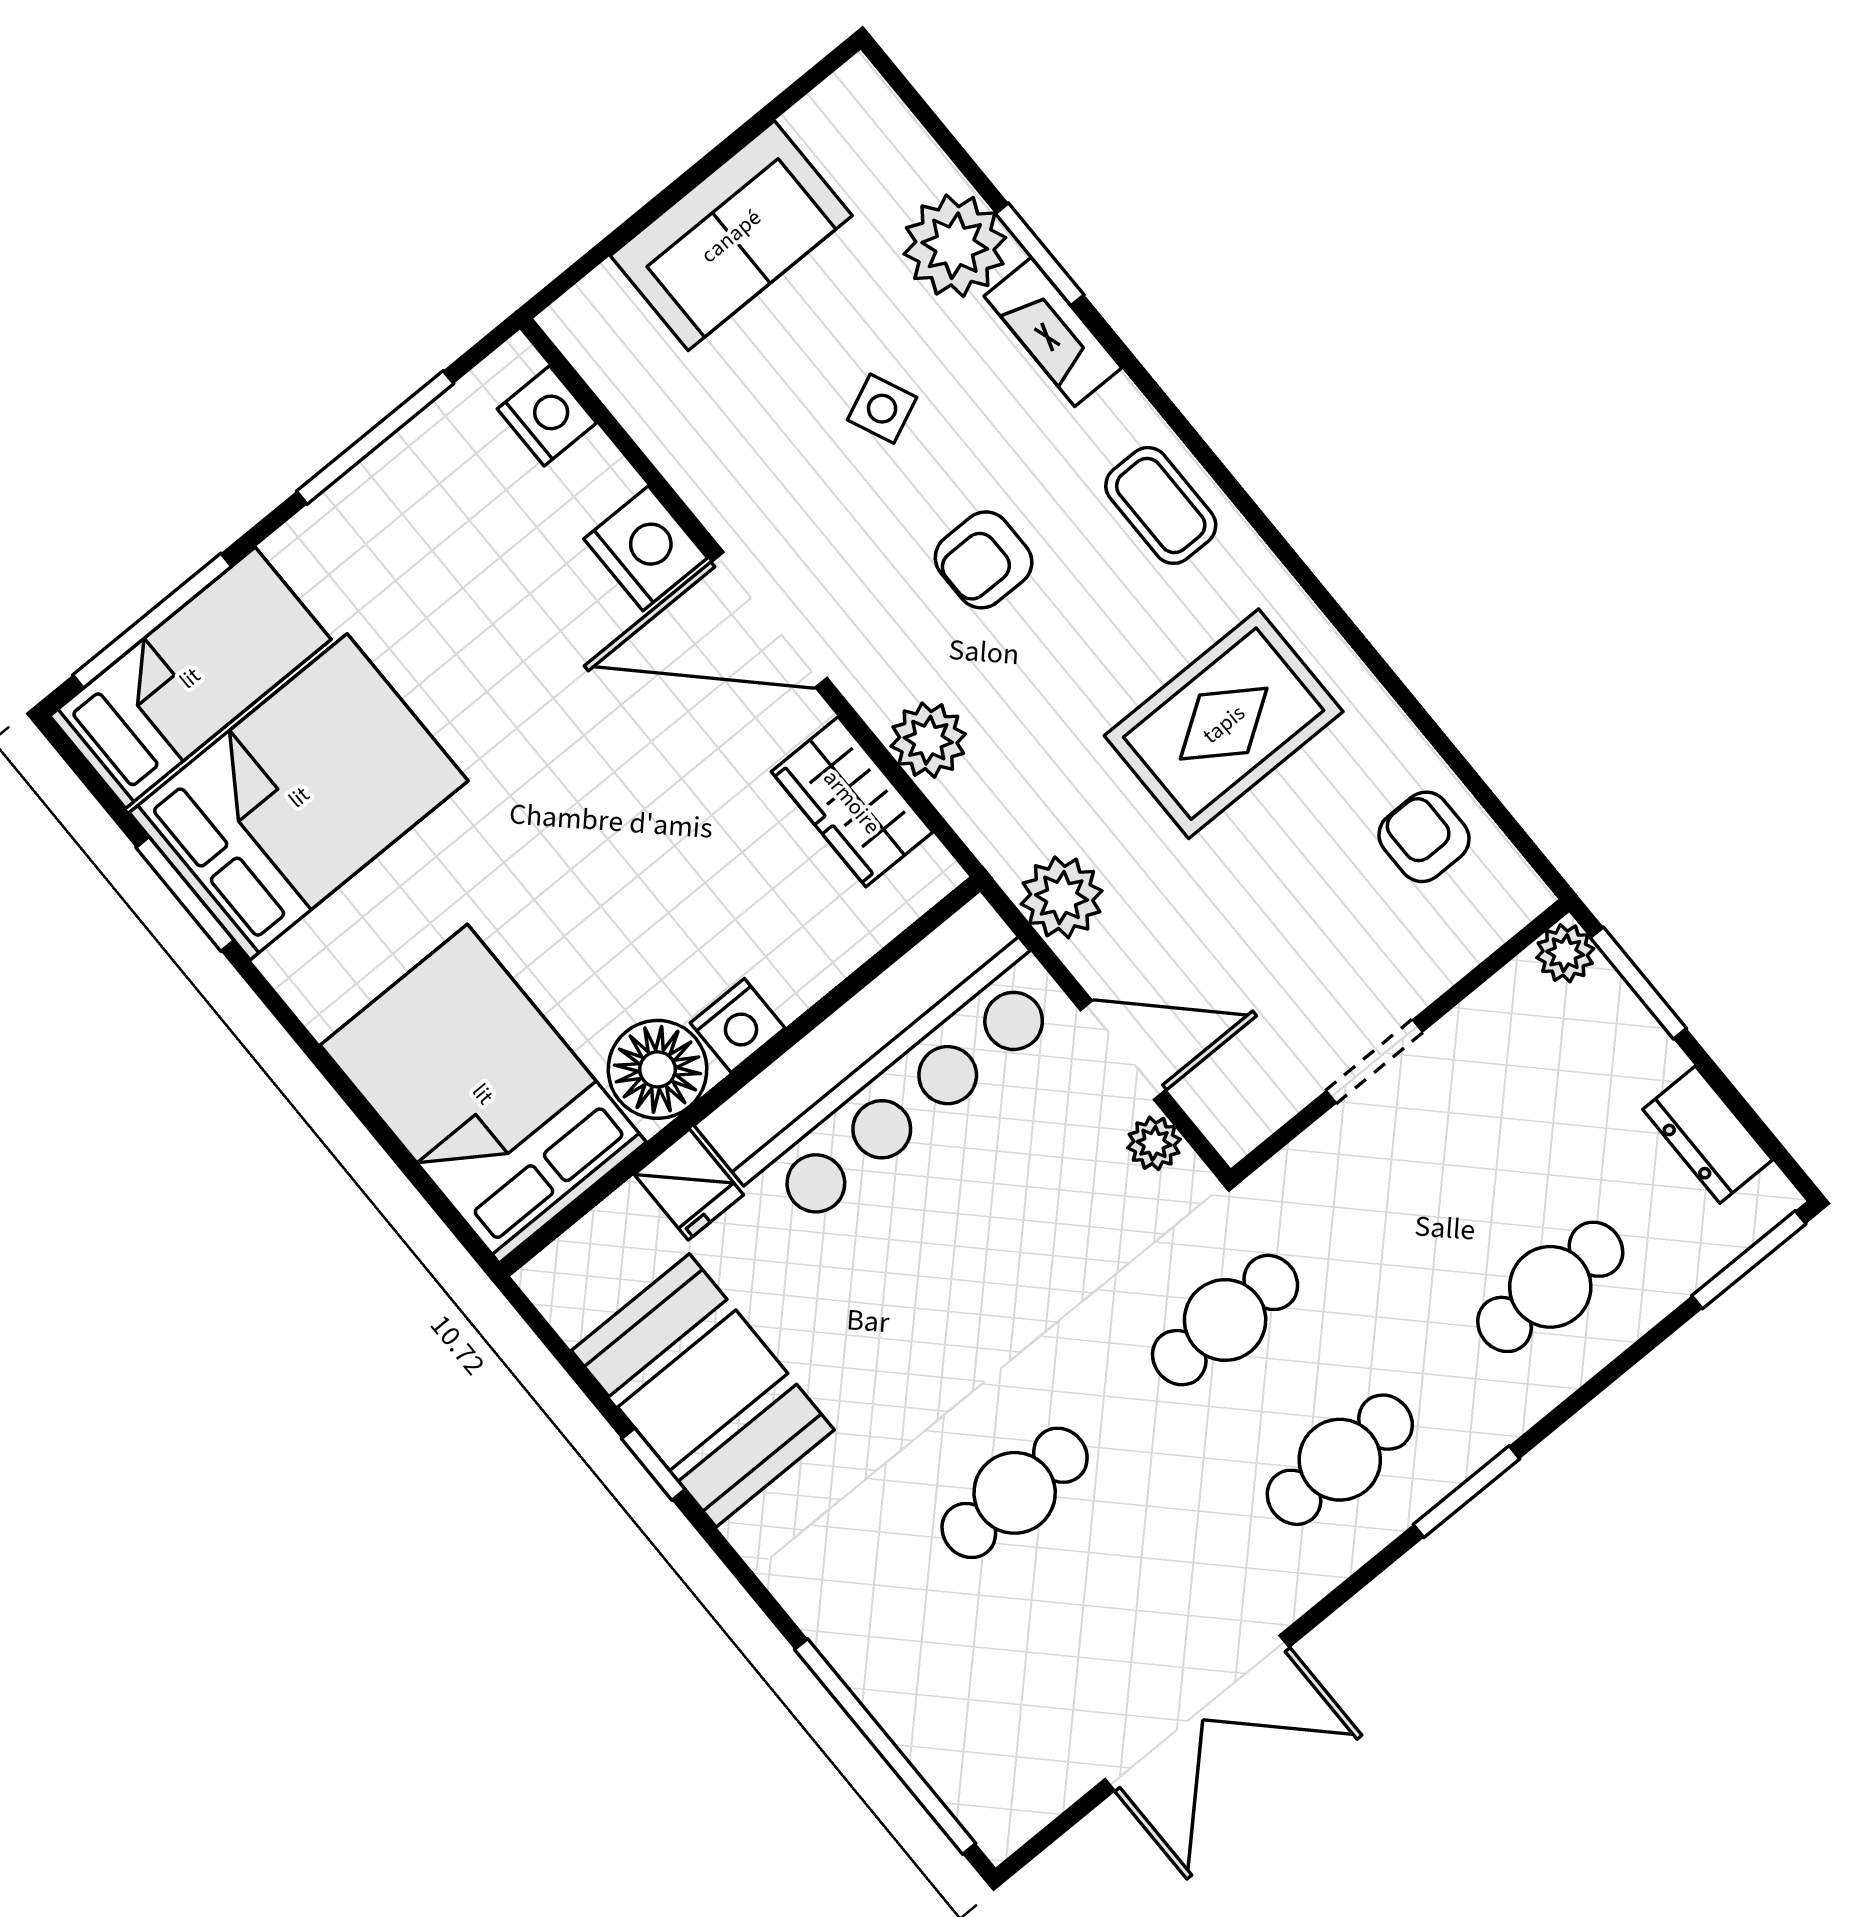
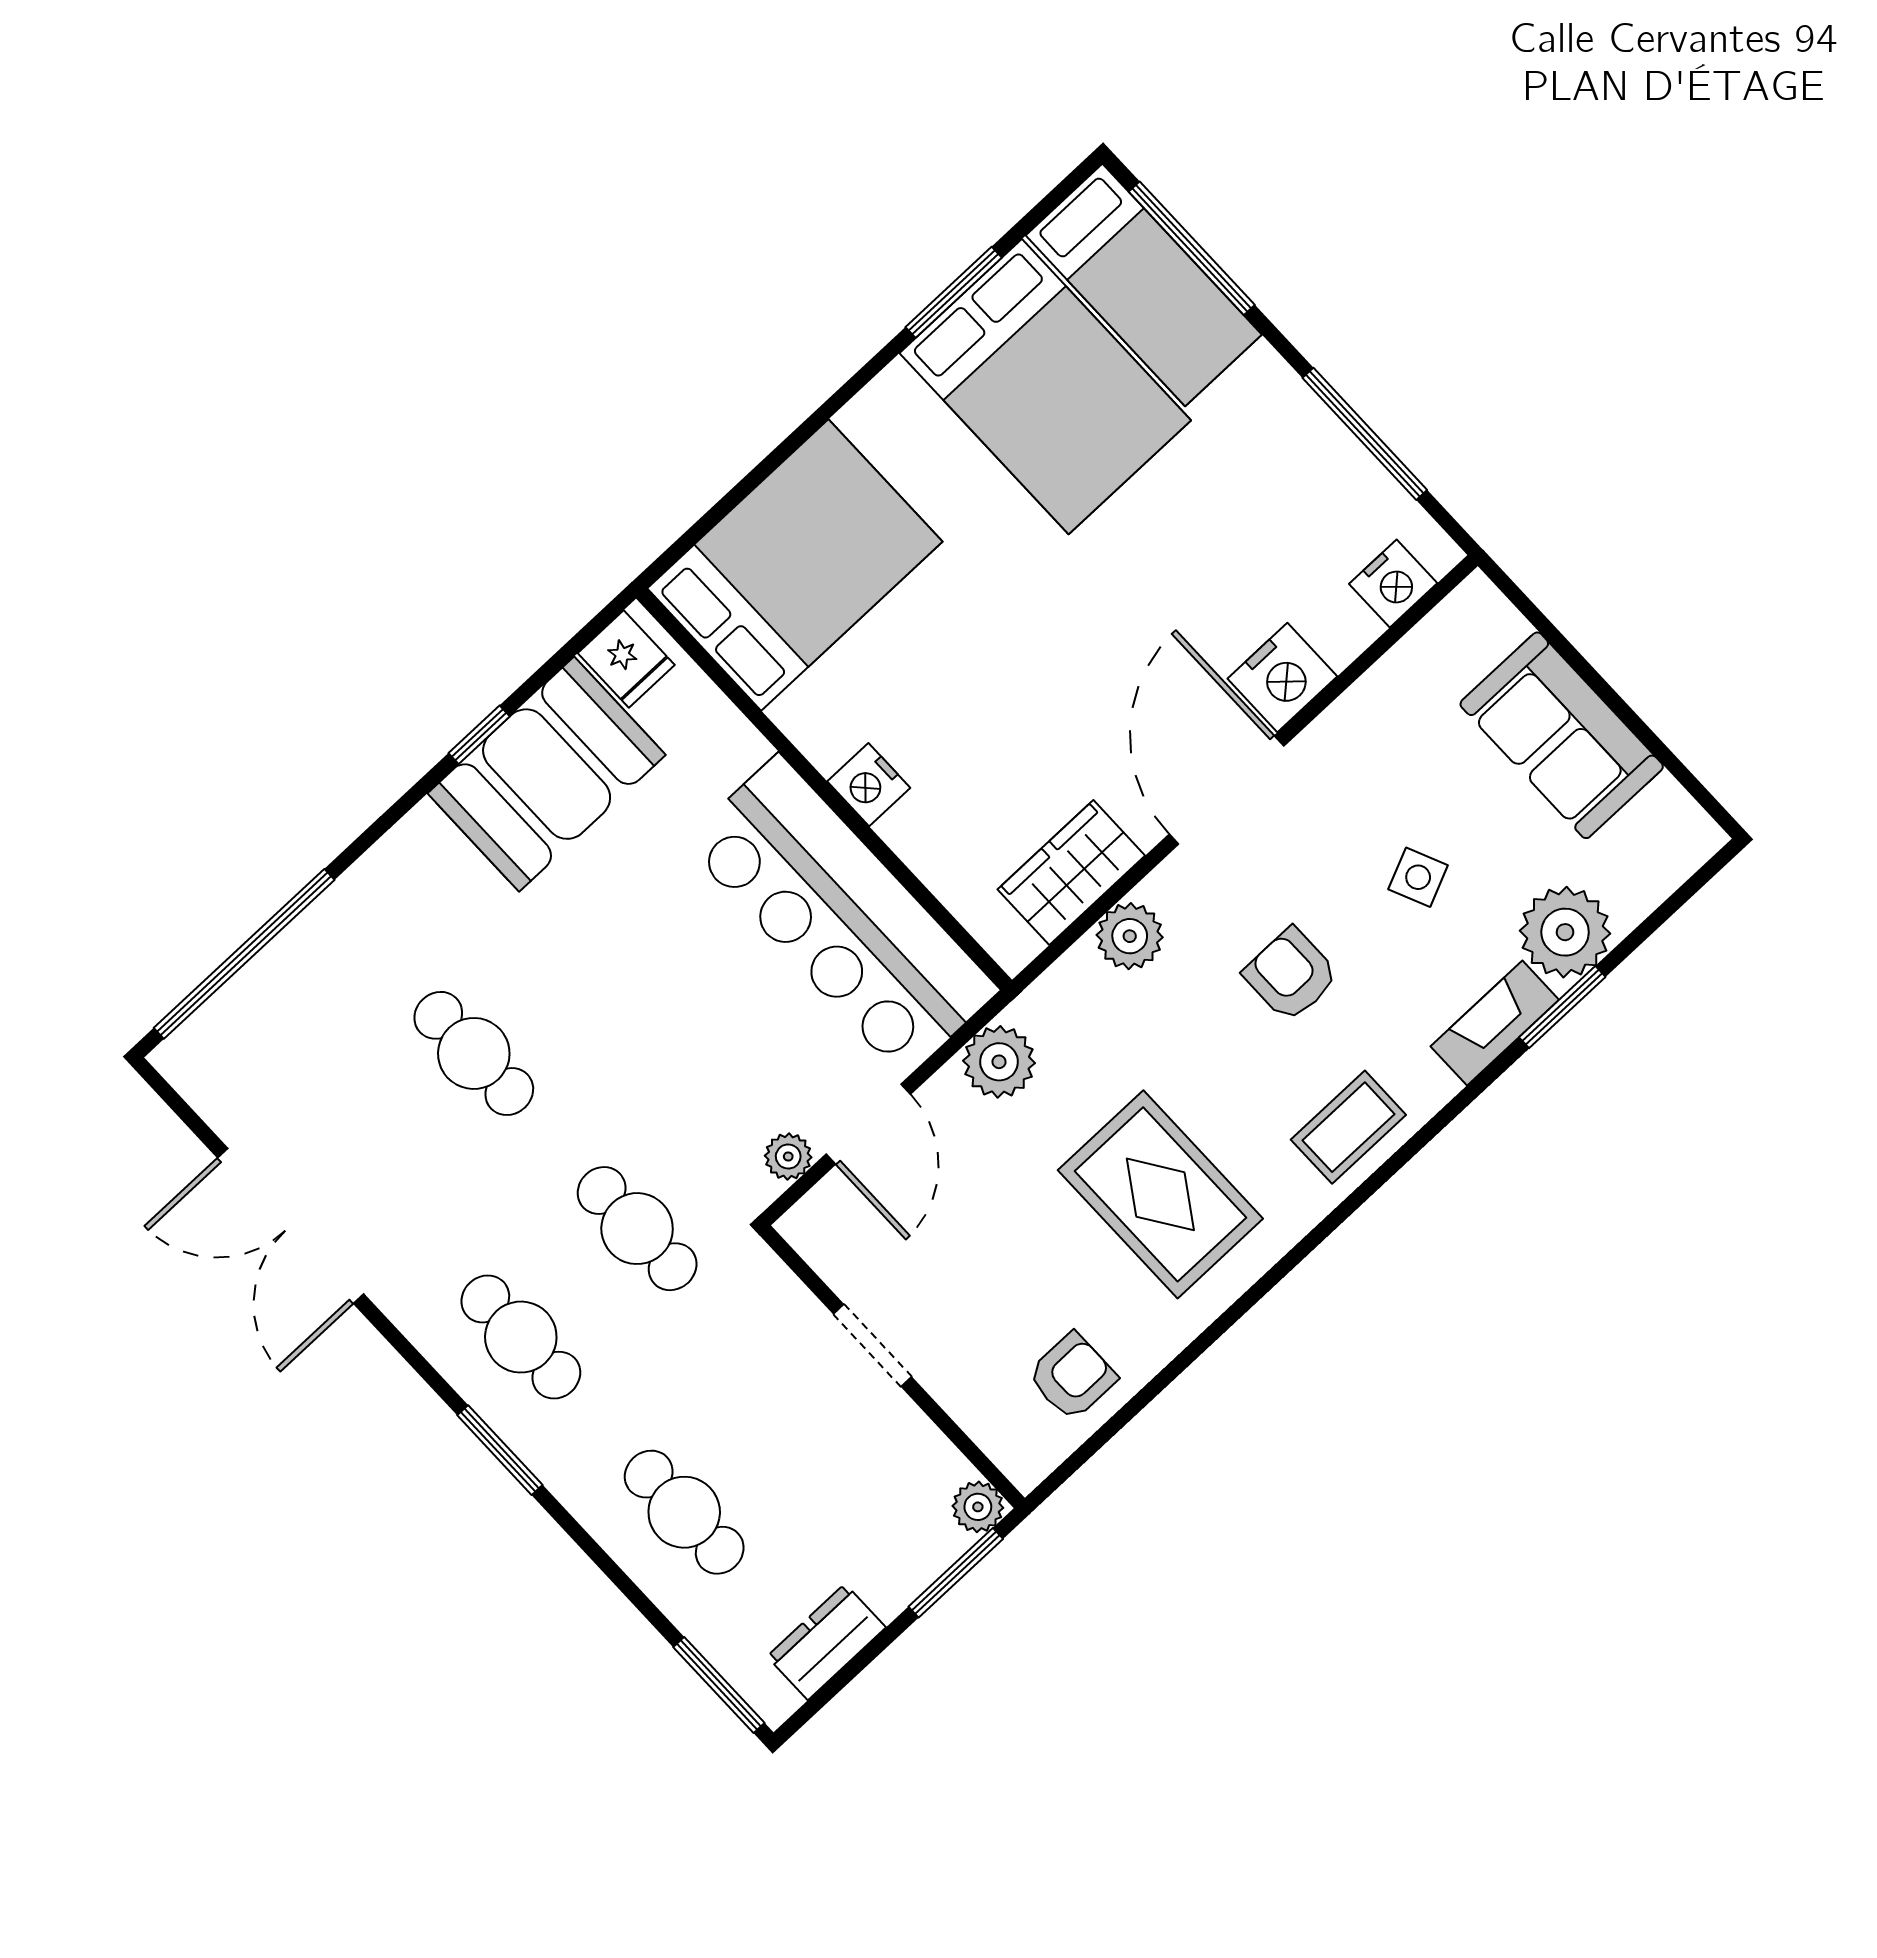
floor lamp: (658, 1069) -> (826, 717), removed
fridge: (689, 1185) -> (626, 659), moved, turned -90

